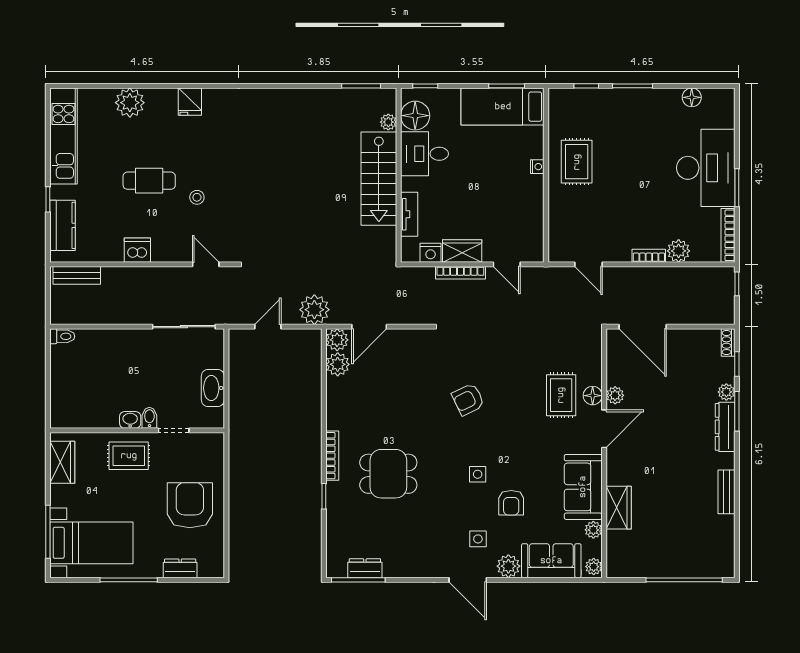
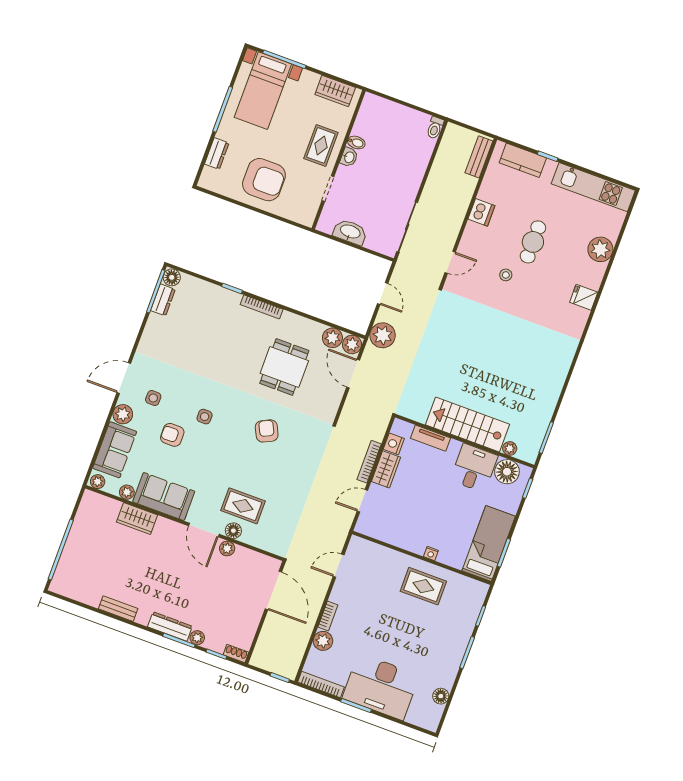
door: (643, 327) -> (273, 590), swing flipped
bidet: (149, 418) -> (356, 142), moved
dining table: (388, 474) -> (284, 367), moved
floor lamp: (336, 568) -> (172, 277), added

